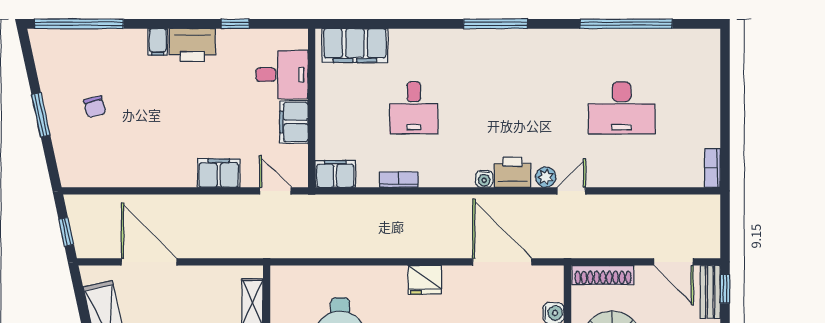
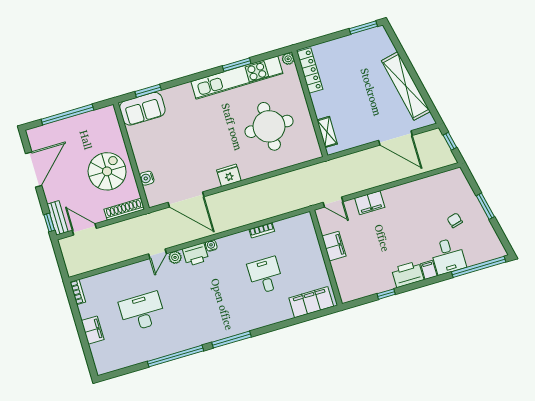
window: (626, 24) -> (176, 356), moved
desk: (282, 75) -> (448, 256), moved, turned -90
filing cabinet: (335, 174) -> (93, 330), moved, turned -90

